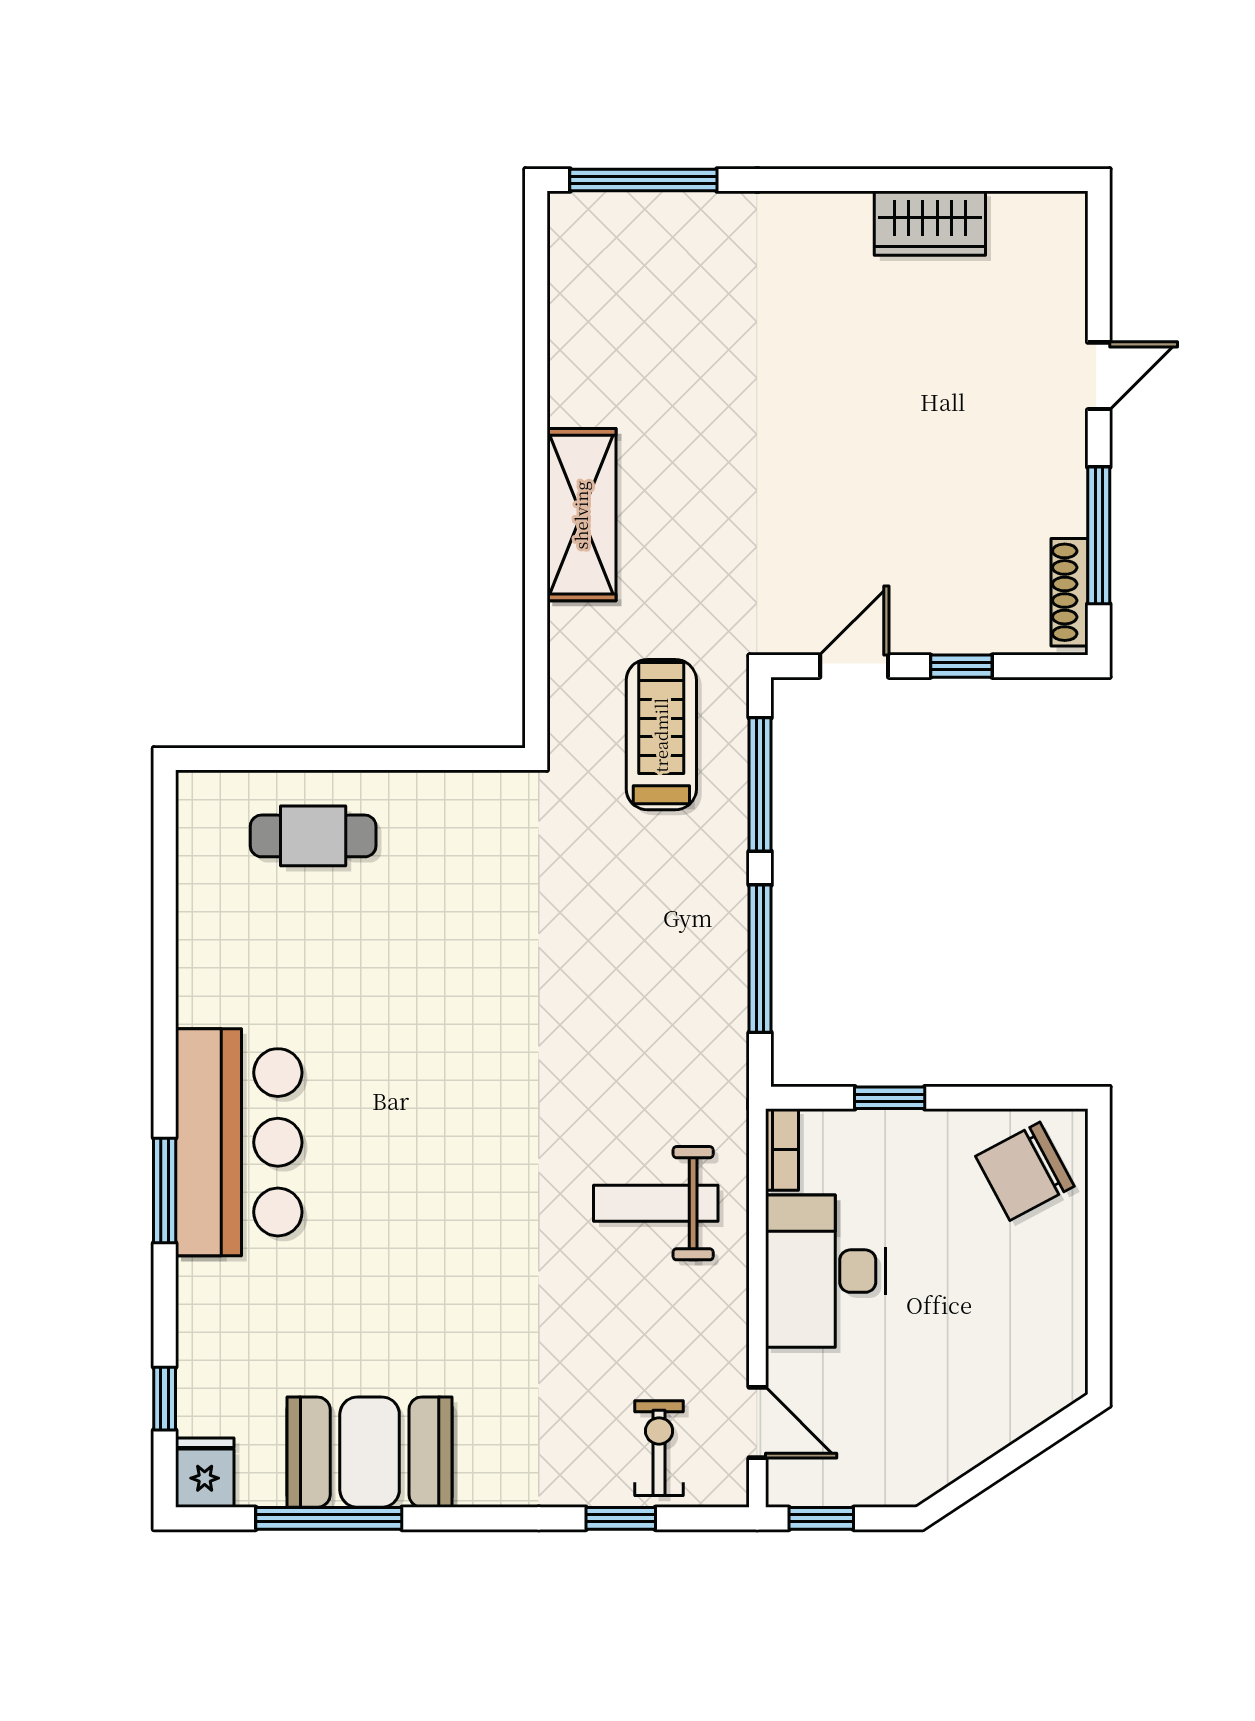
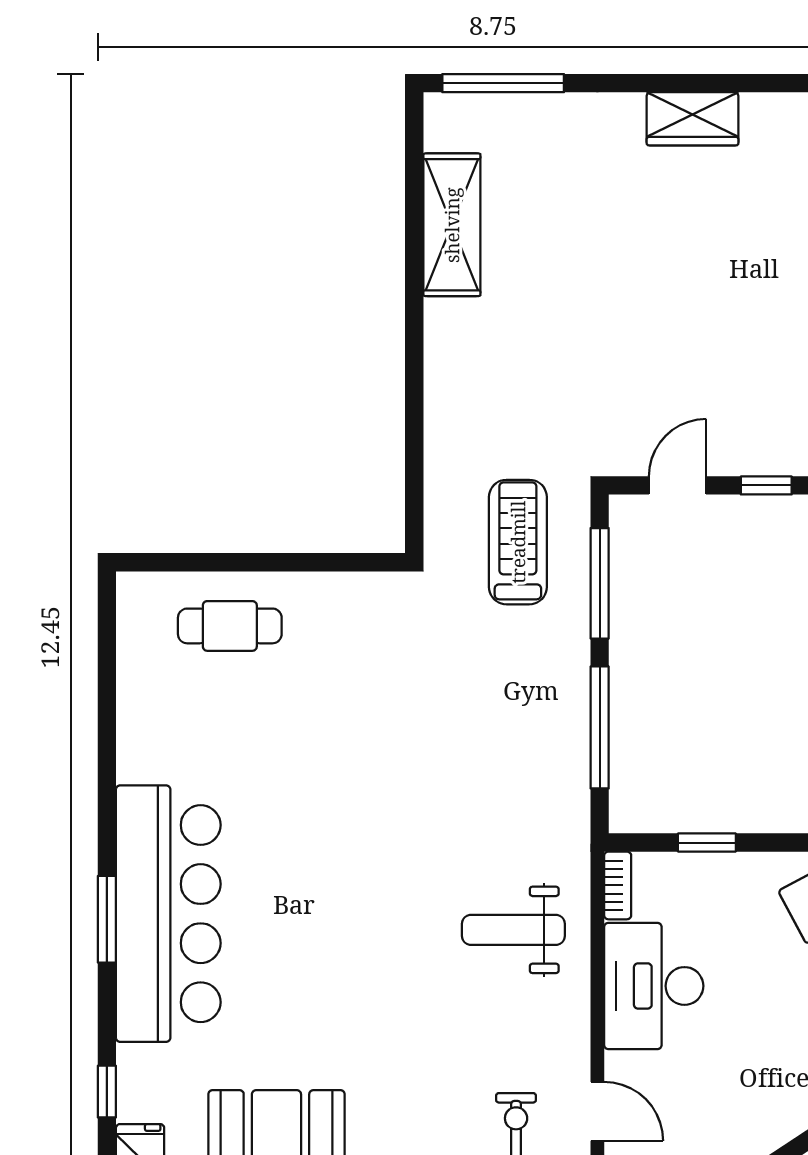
wardrobe: (930, 223) -> (692, 119), moved
shelving: (581, 515) -> (452, 225), moved
bar counter: (239, 1142) -> (168, 914), width x1.36

